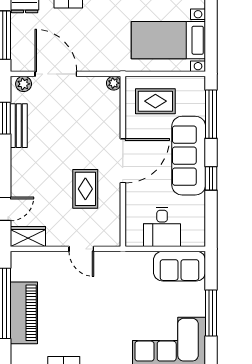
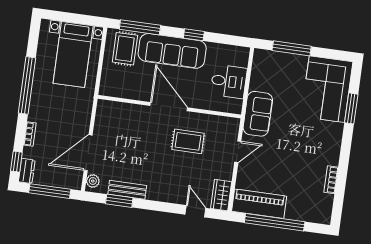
plant: (114, 83) -> (103, 105), removed
rug: (155, 101) -> (125, 49), moved
sofa: (180, 266) -> (258, 114), moved
piano: (24, 313) -> (259, 204), moved
window: (211, 313) -> (292, 48), moved

